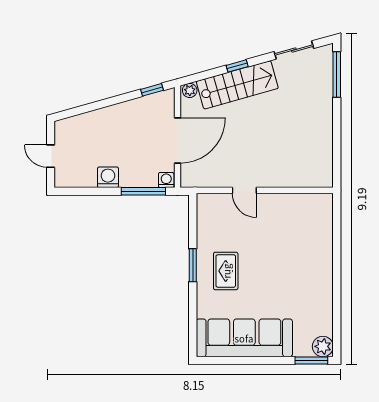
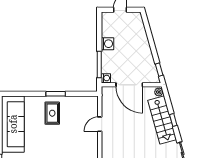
rug: (226, 271) -> (52, 113), turned 90

